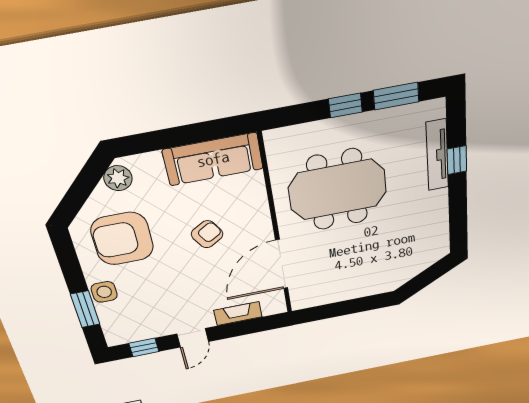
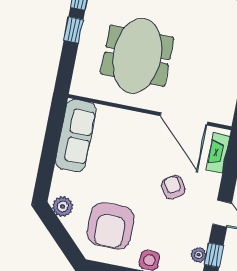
armchair: (207, 234) -> (173, 187), moved
fireplace: (238, 314) -> (218, 153), moved
plant: (136, 334) -> (199, 255), added

